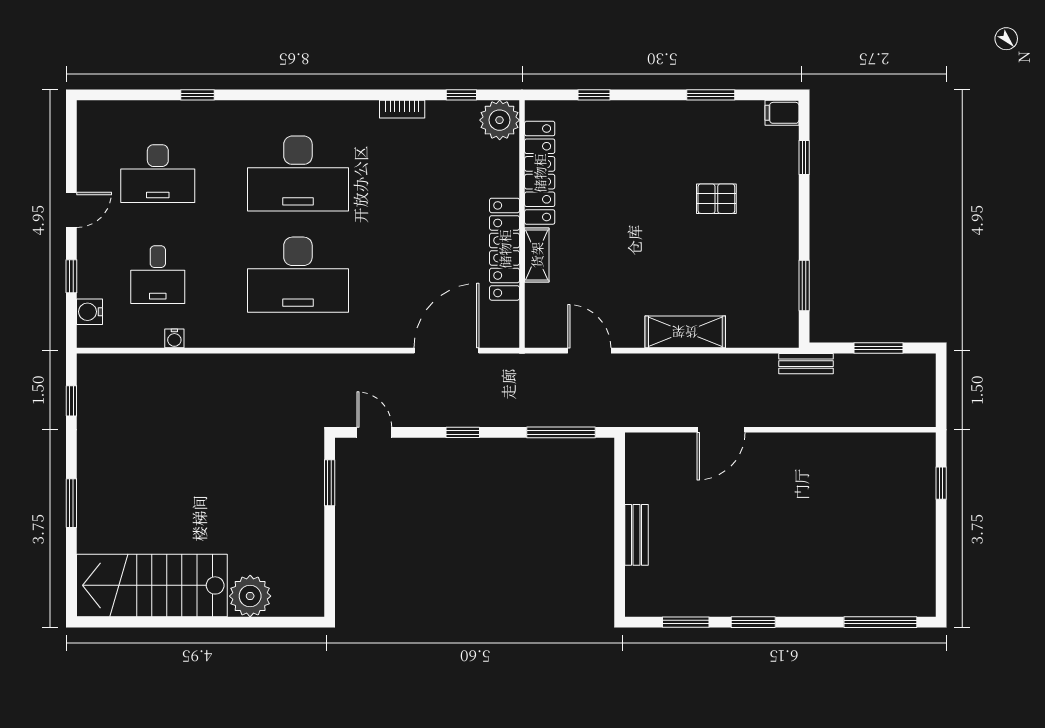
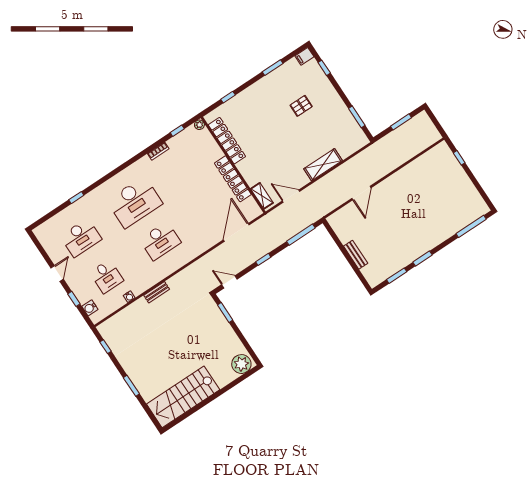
plant: (500, 120) -> (199, 125), width x0.53, depth x0.53
shelving: (537, 255) -> (262, 196), moved
desk: (298, 275) -> (160, 241), width x0.73, depth x0.77
bench: (806, 364) -> (157, 292), moved
plant: (250, 596) -> (241, 364), moved

